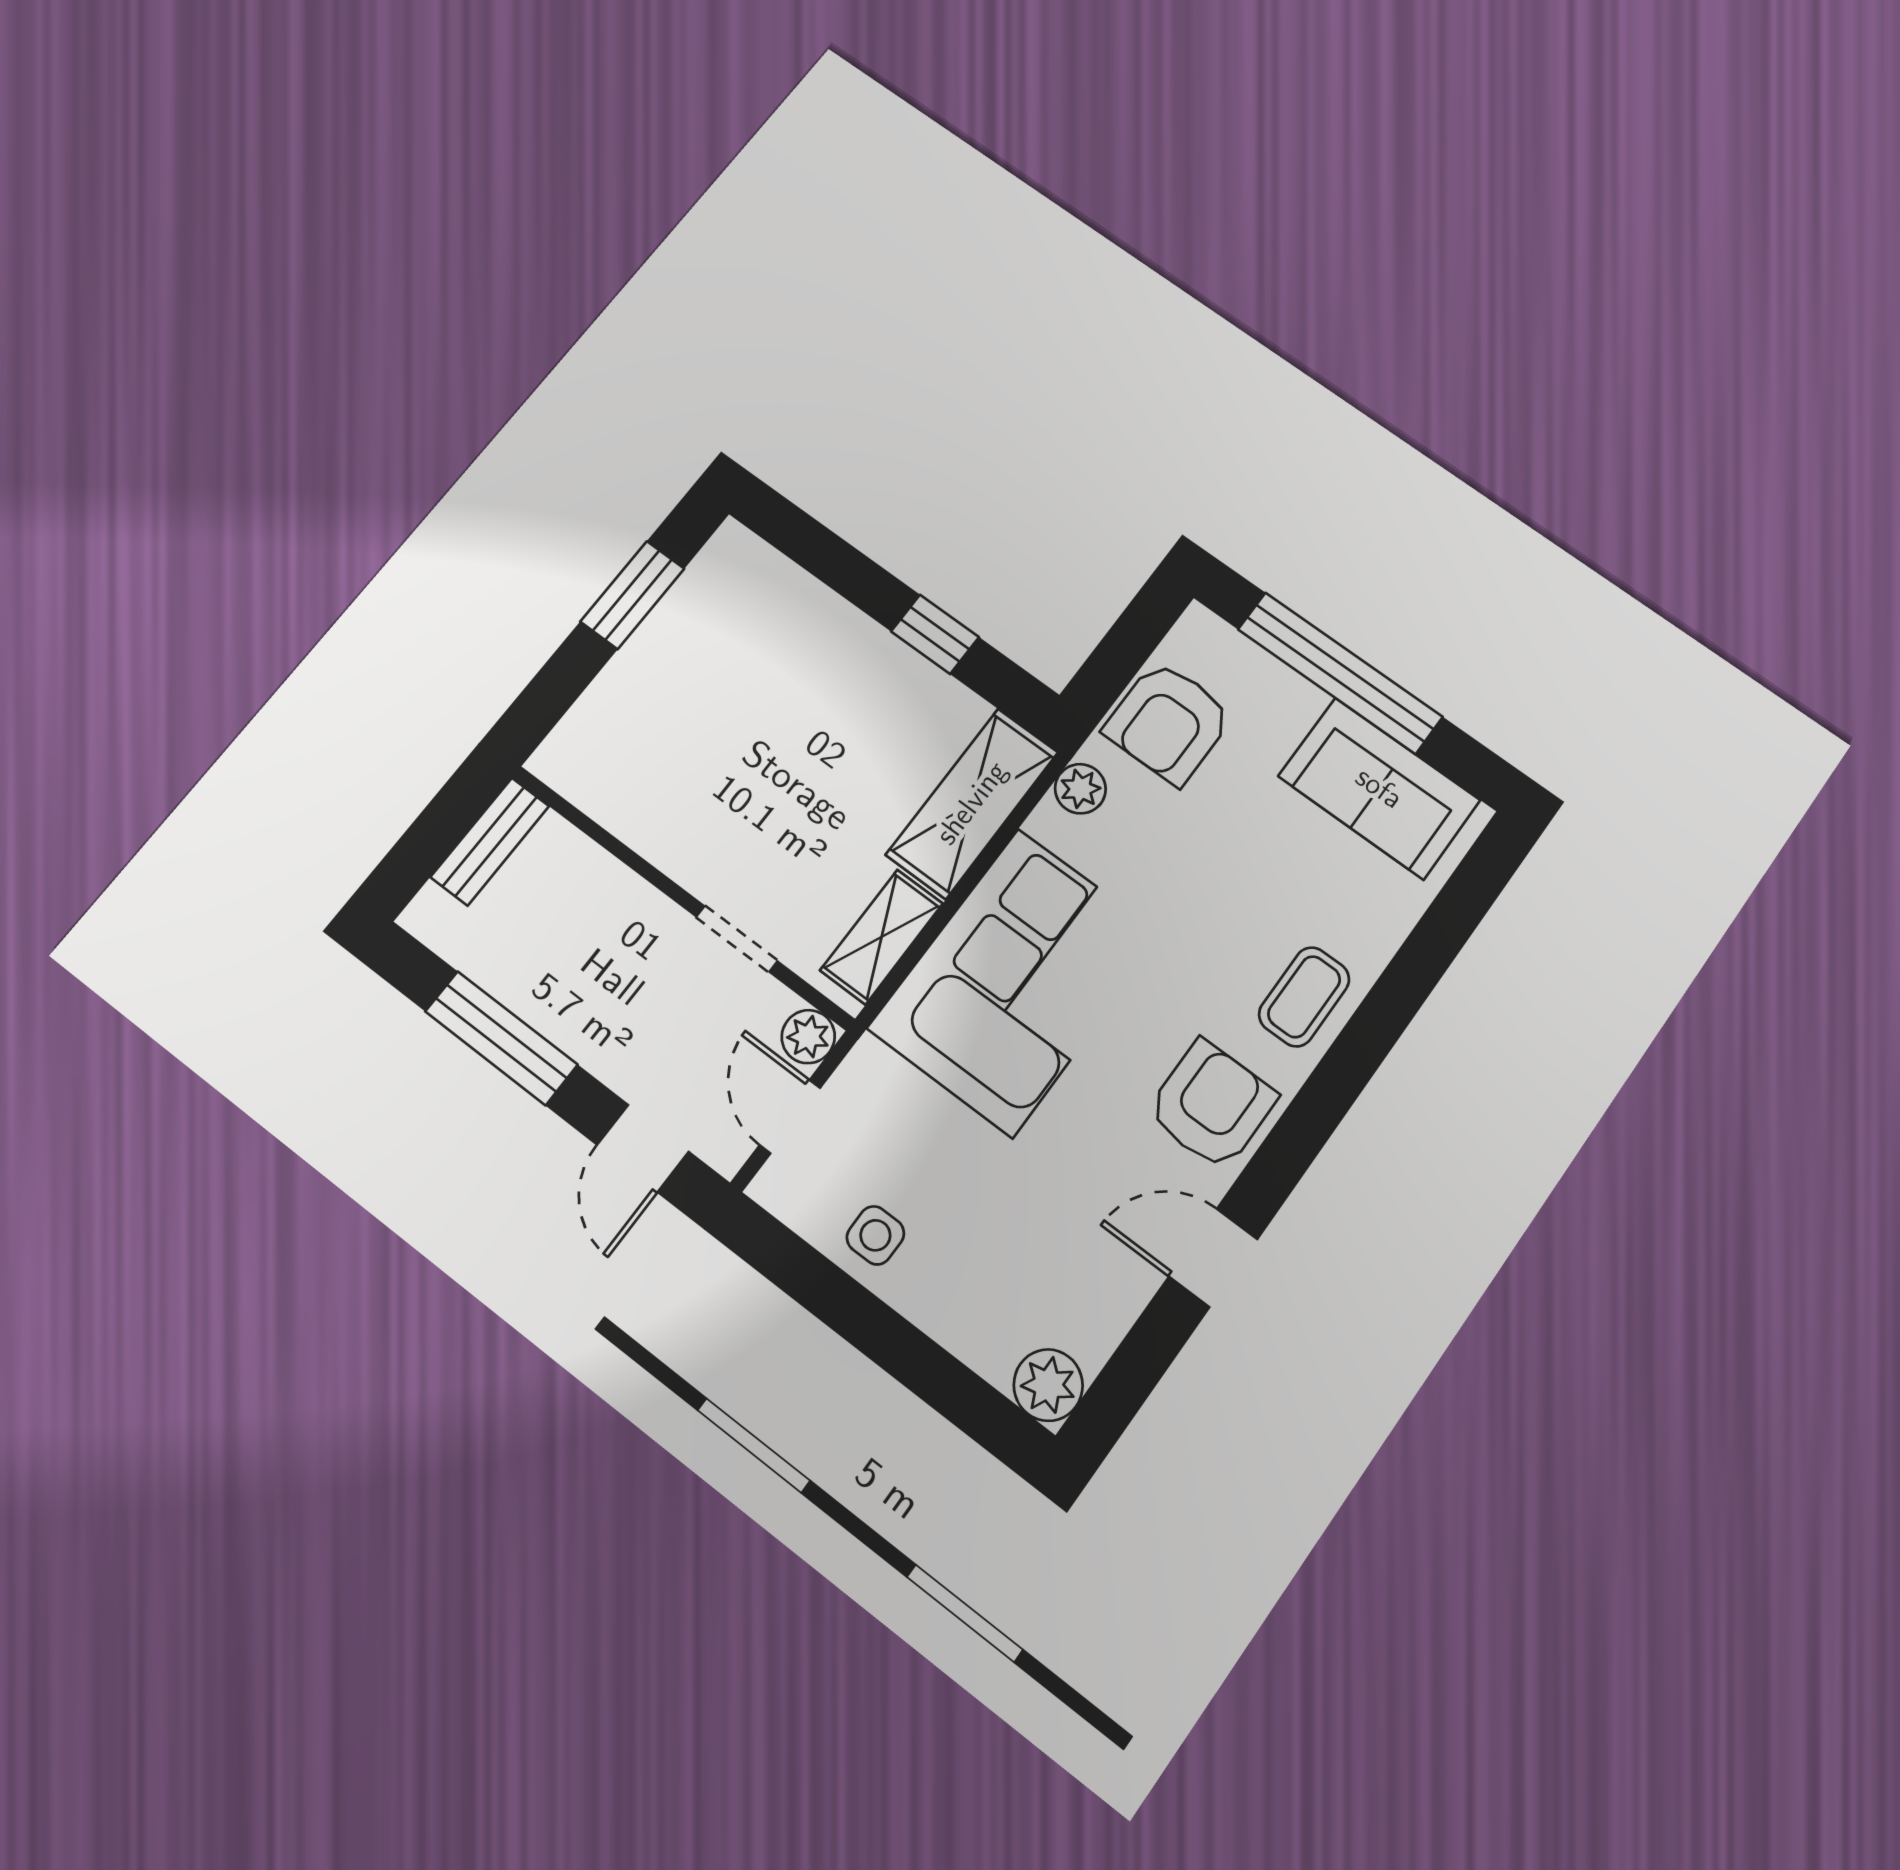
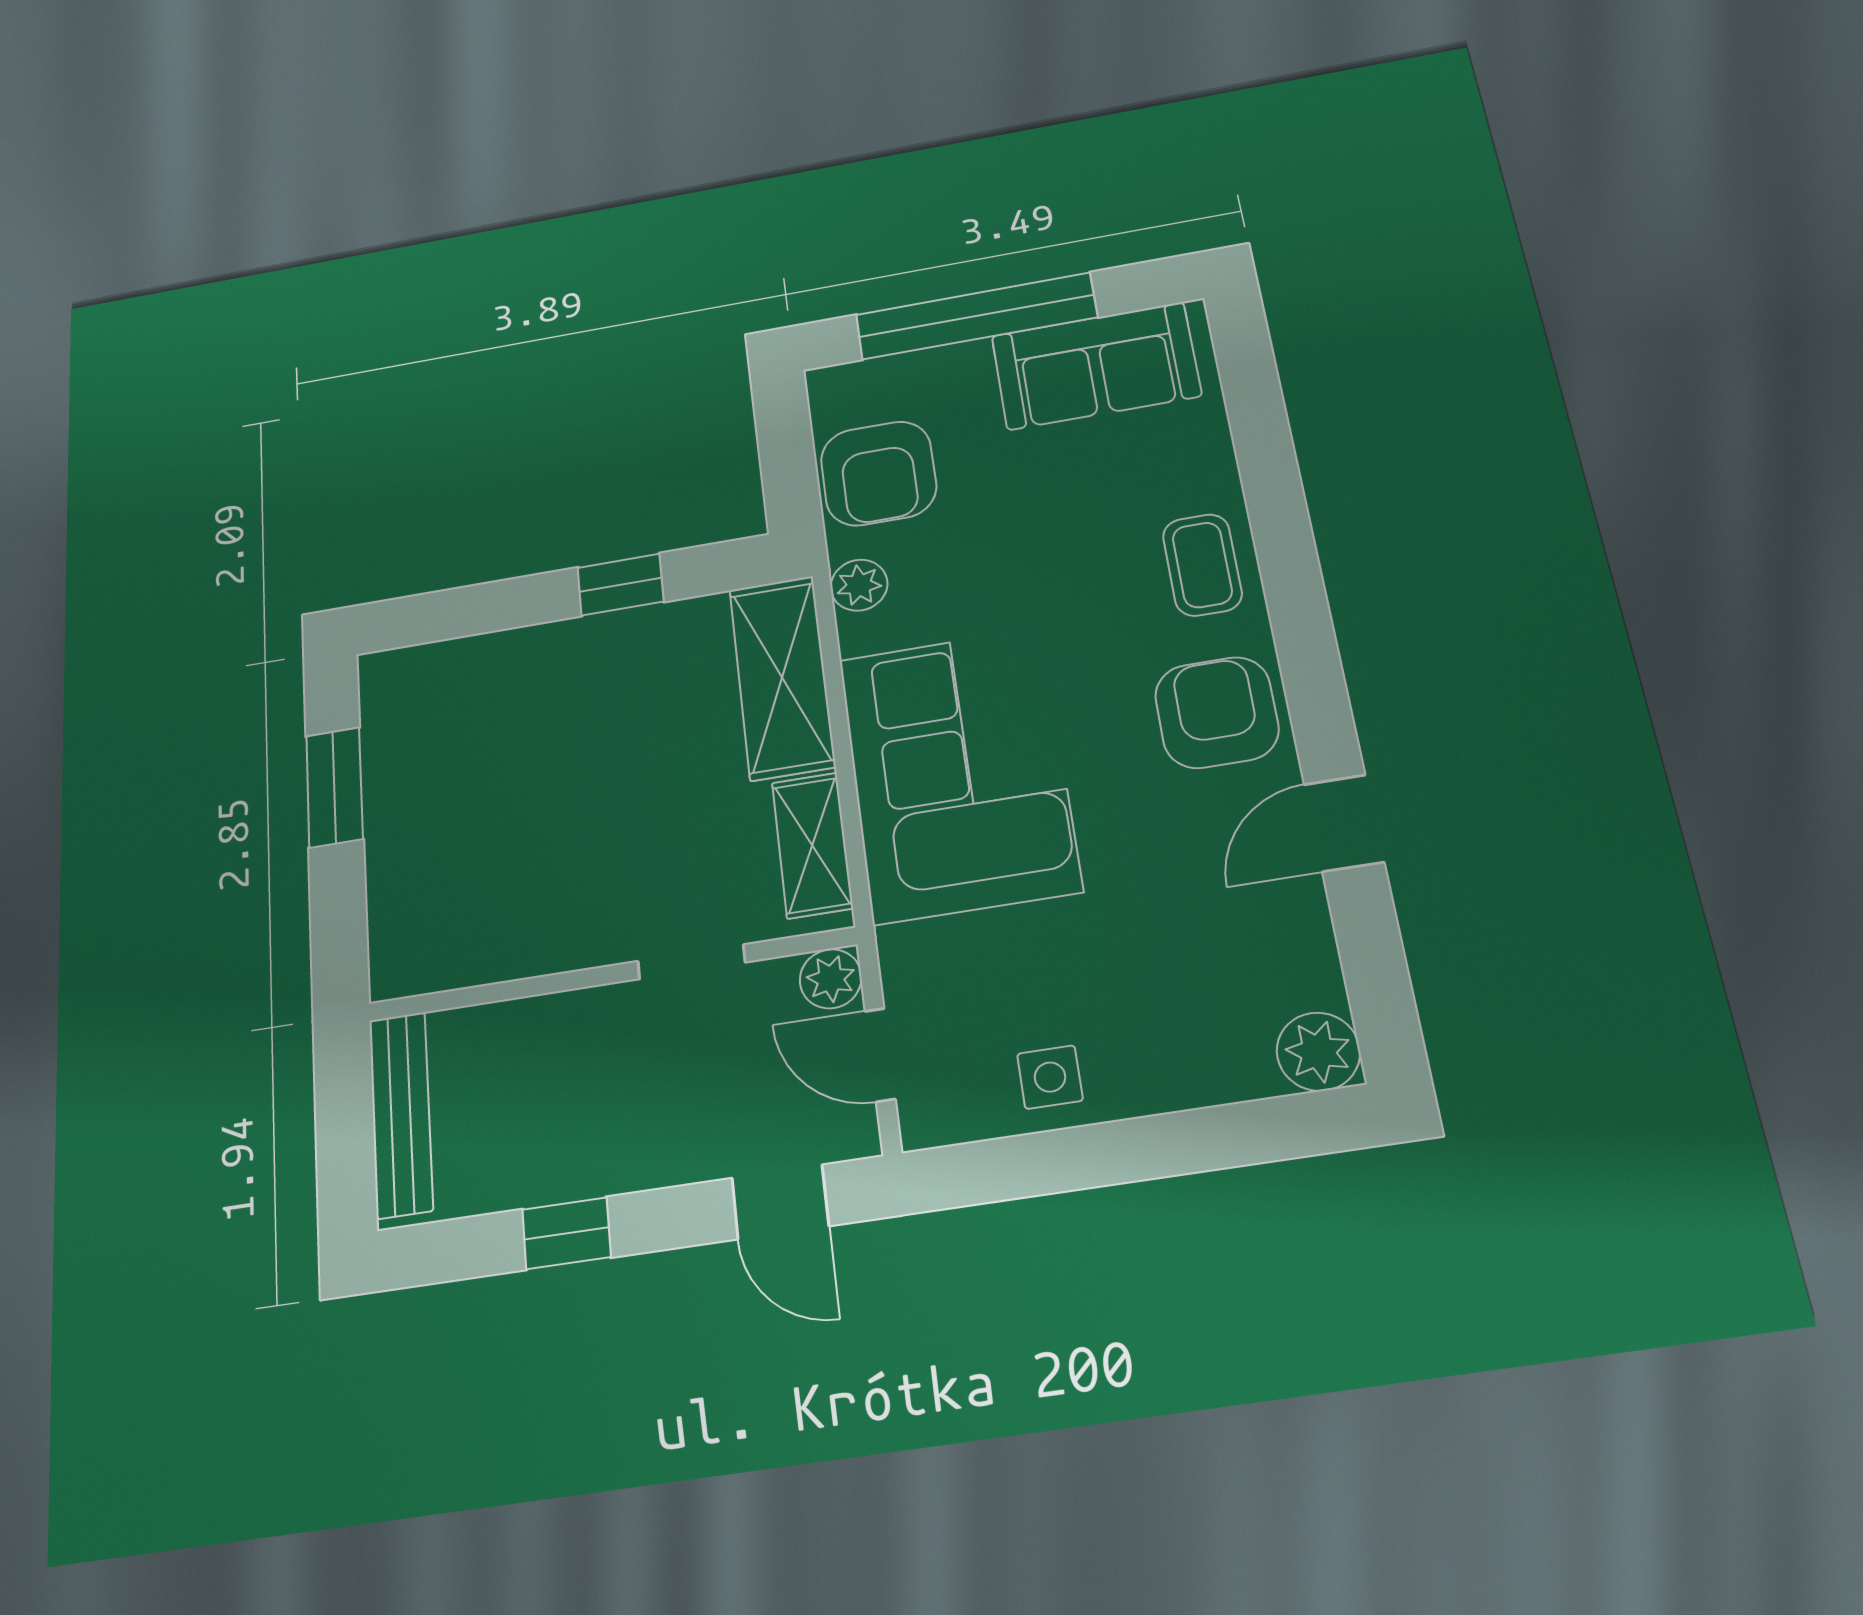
bench: (490, 841) -> (401, 1114), width x1.36
window: (501, 1038) -> (566, 1233), width x0.46

